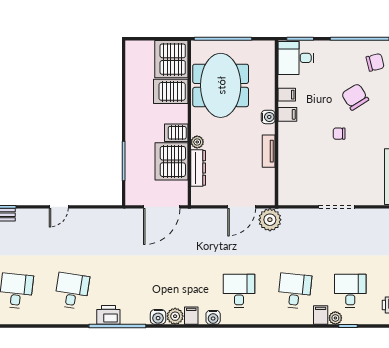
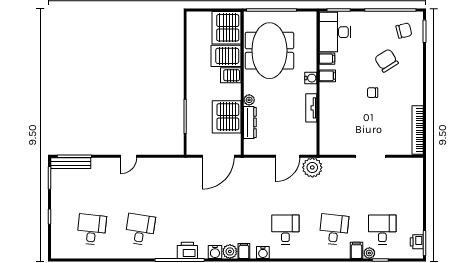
desk: (296, 58) -> (335, 32), width x1.37
server rack: (176, 133) -> (231, 75), moved
printer: (108, 315) -> (187, 250), moved

